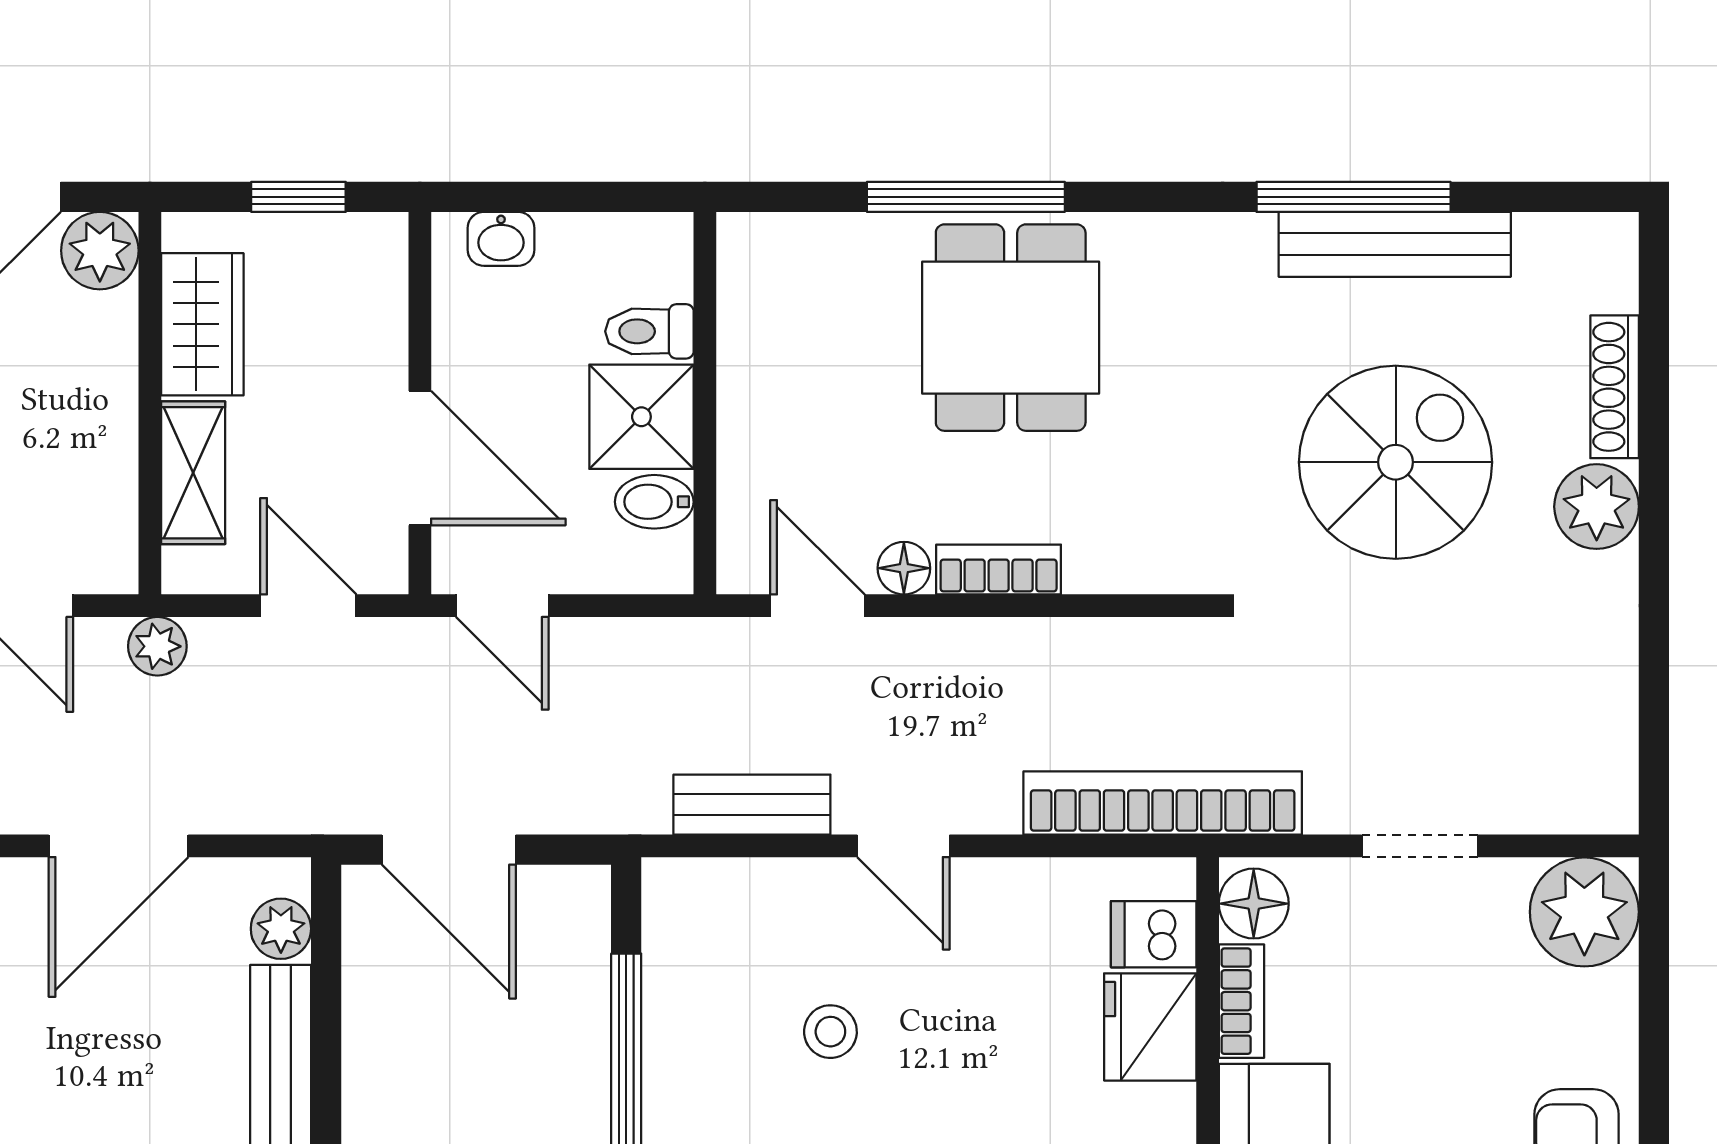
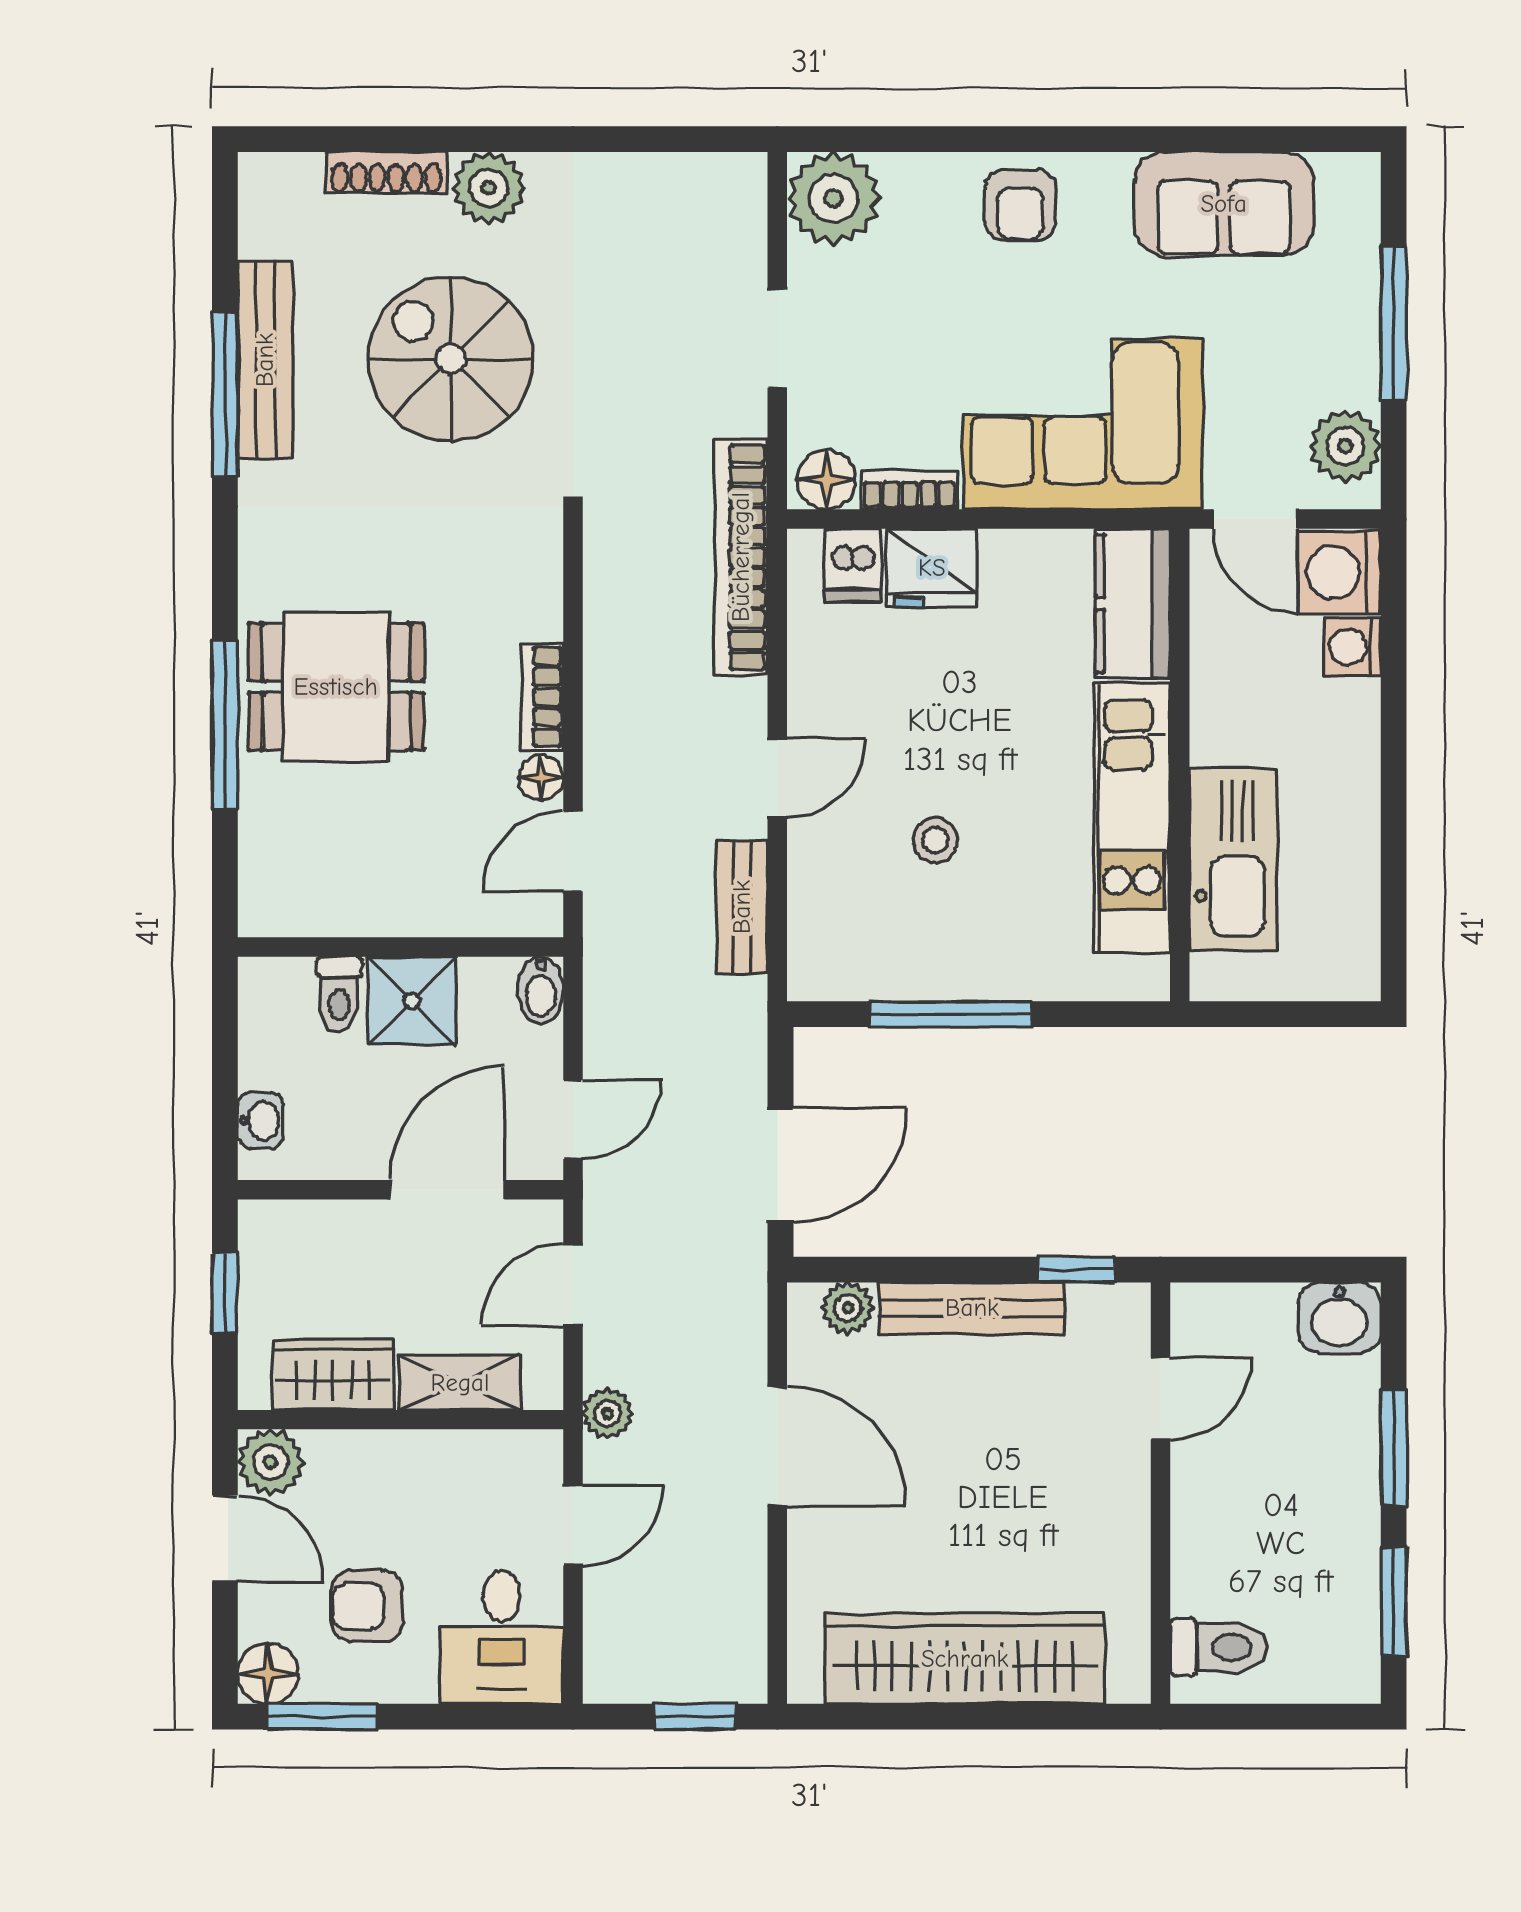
bidet: (654, 502) -> (541, 990), moved

